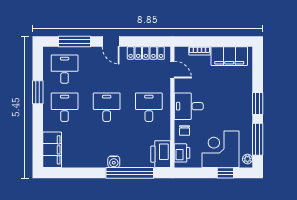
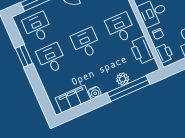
filing cabinet: (52, 150) -> (73, 99), moved, turned -90
printer: (161, 154) -> (142, 50), moved
plant: (128, 160) -> (123, 79), added
water cooler: (114, 162) -> (95, 93), moved

